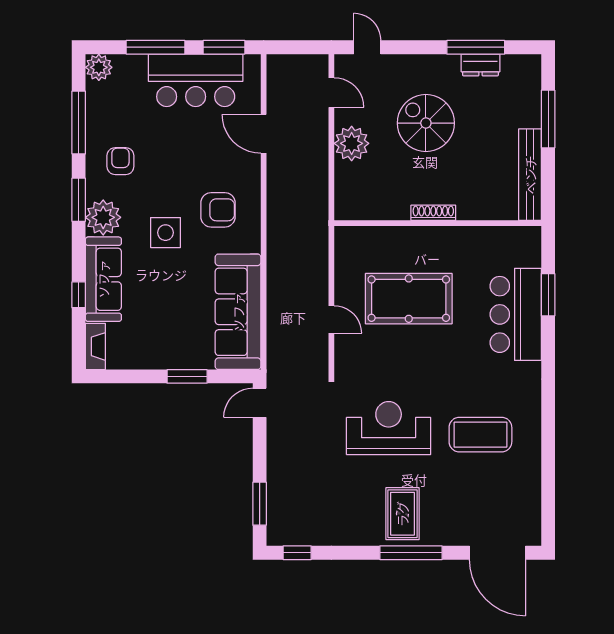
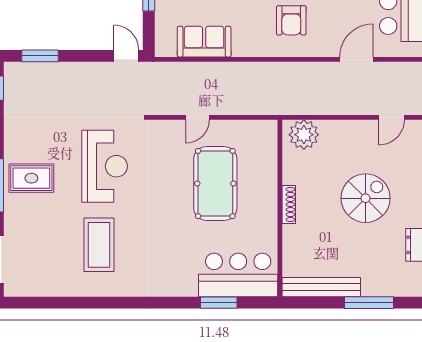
plant: (352, 143) -> (304, 135), moved
sofa: (238, 312) -> (204, 42), width x0.54, depth x0.79
bar counter: (516, 314) -> (238, 275), moved

